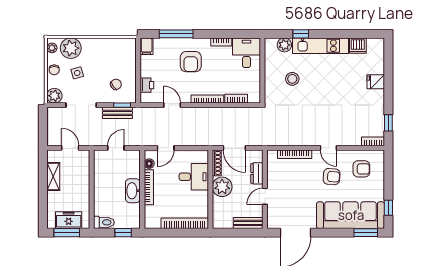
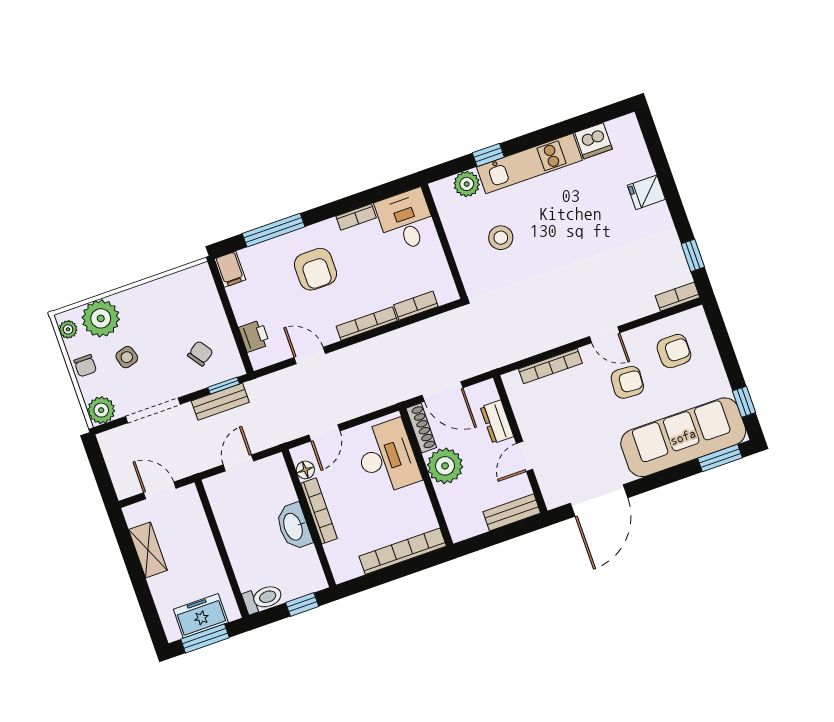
desk: (194, 177) -> (387, 457), width x1.37

